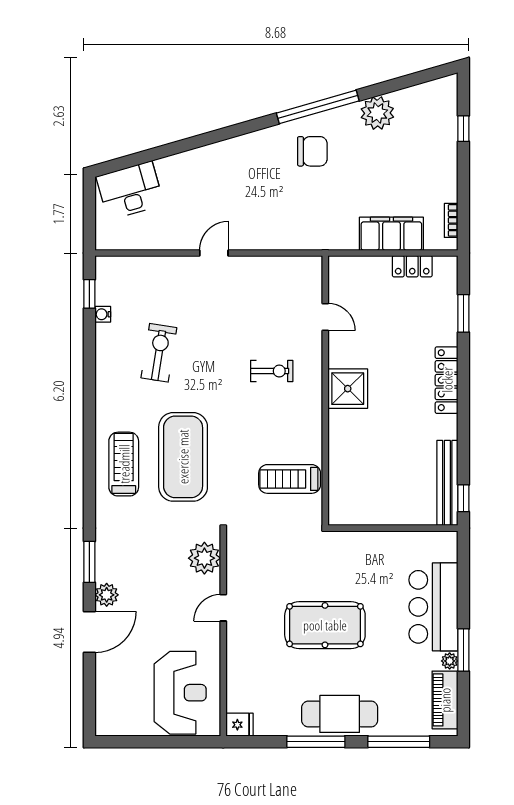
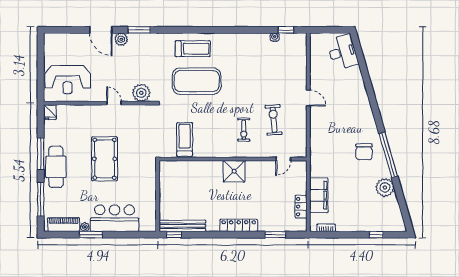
door: (325, 317) -> (283, 159), moved
exercise bike: (159, 353) -> (274, 120), moved, turned -103

